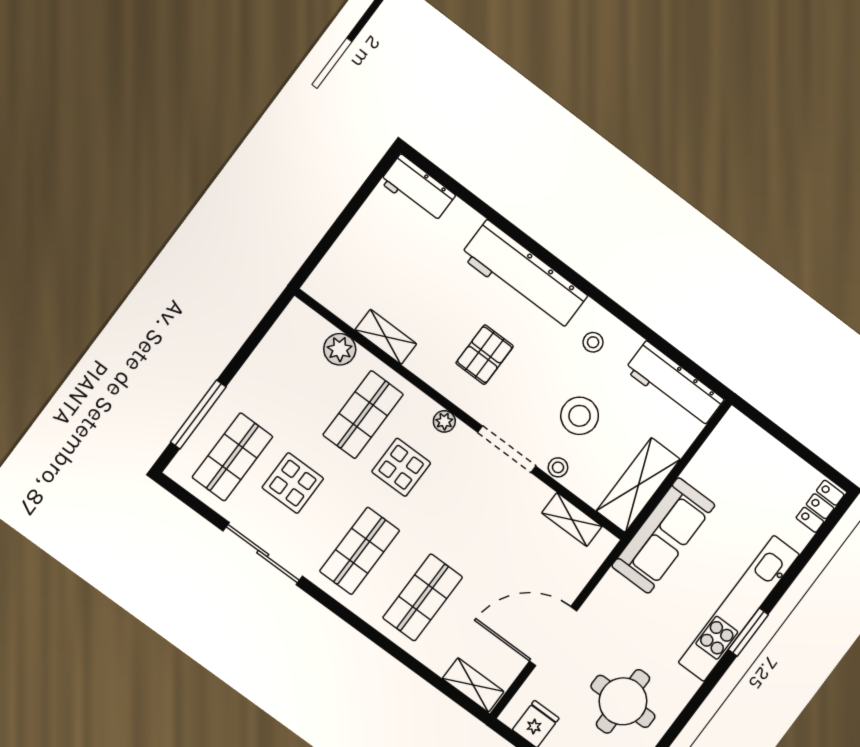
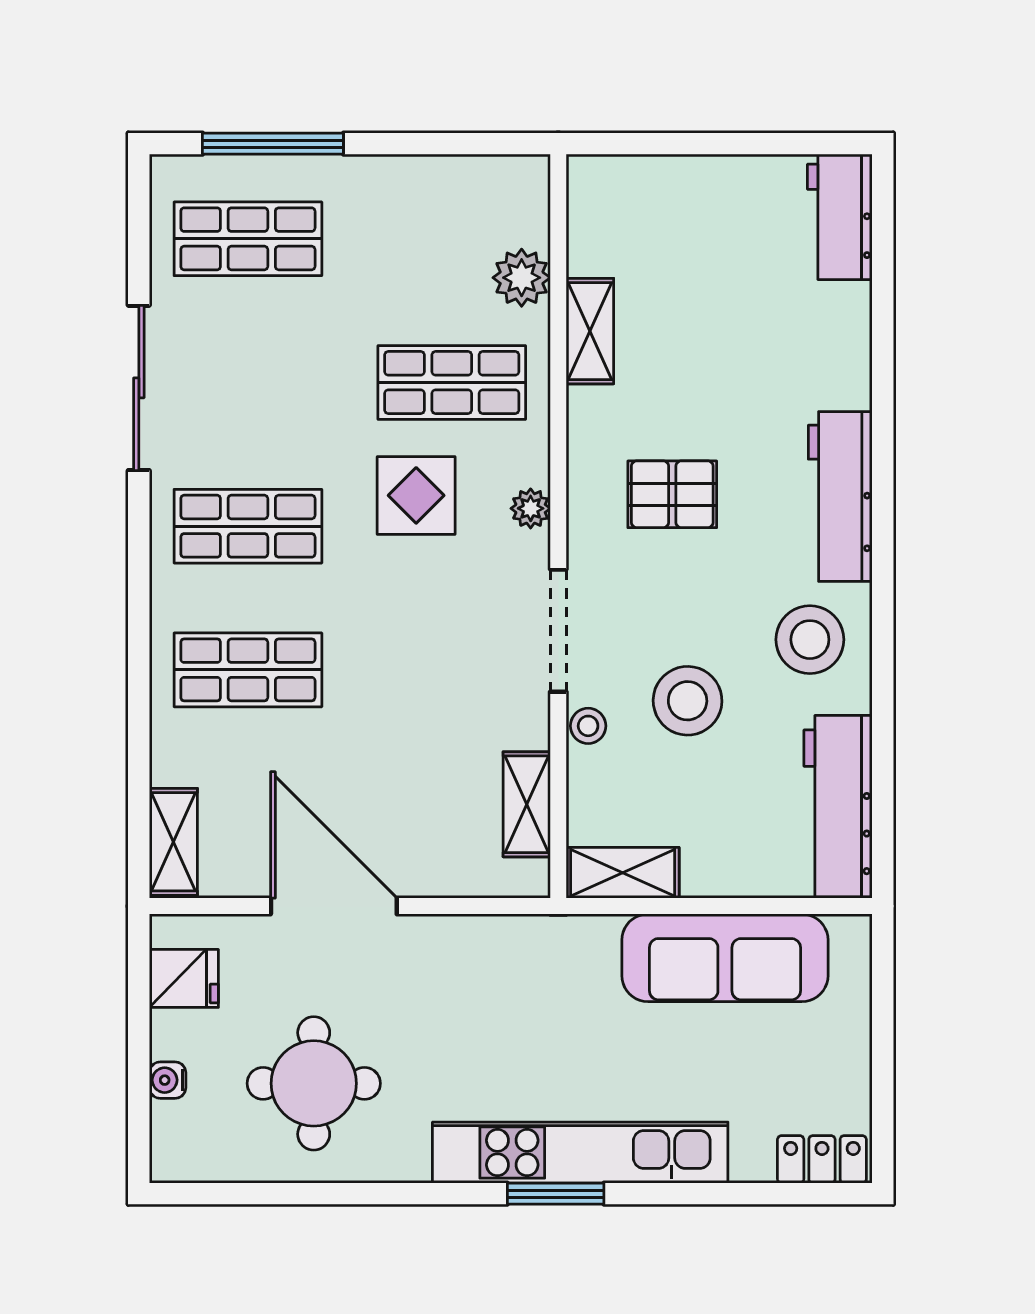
workbench: (524, 276) -> (840, 496), width x0.73, depth x0.76
stool: (593, 342) -> (810, 640), width x1.89, depth x1.89
display table: (293, 483) -> (275, 355), removed
shelving: (638, 485) -> (623, 873), width x0.67, depth x0.75
sofa: (663, 536) -> (725, 958), moved

